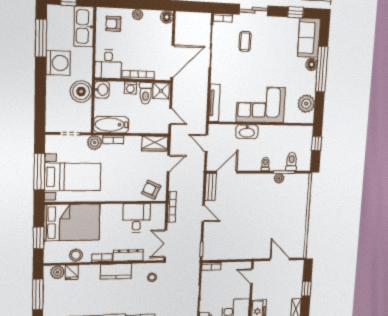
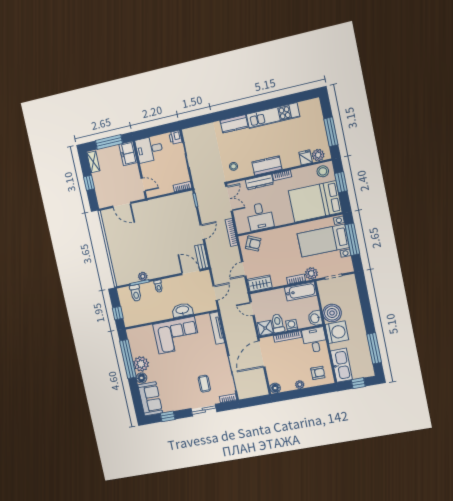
washing machine: (58, 63) -> (337, 332), moved, turned 180
window: (322, 69) -> (128, 359), moved
plant: (306, 104) -> (141, 364), moved
door: (206, 143) -> (215, 293), hinge flipped
door: (227, 172) -> (191, 272), swing flipped
door: (203, 214) -> (202, 232), swing flipped
stool: (76, 255) -> (323, 171), moved

